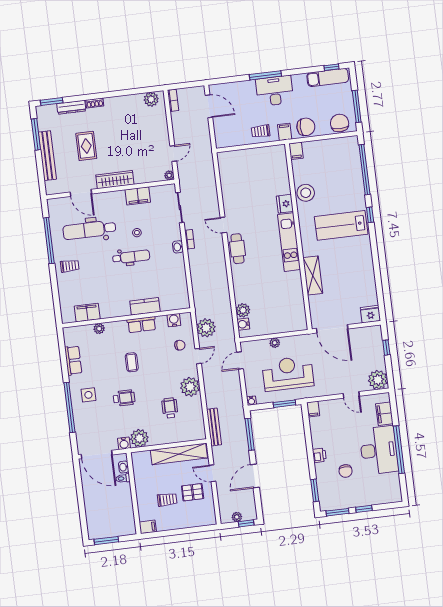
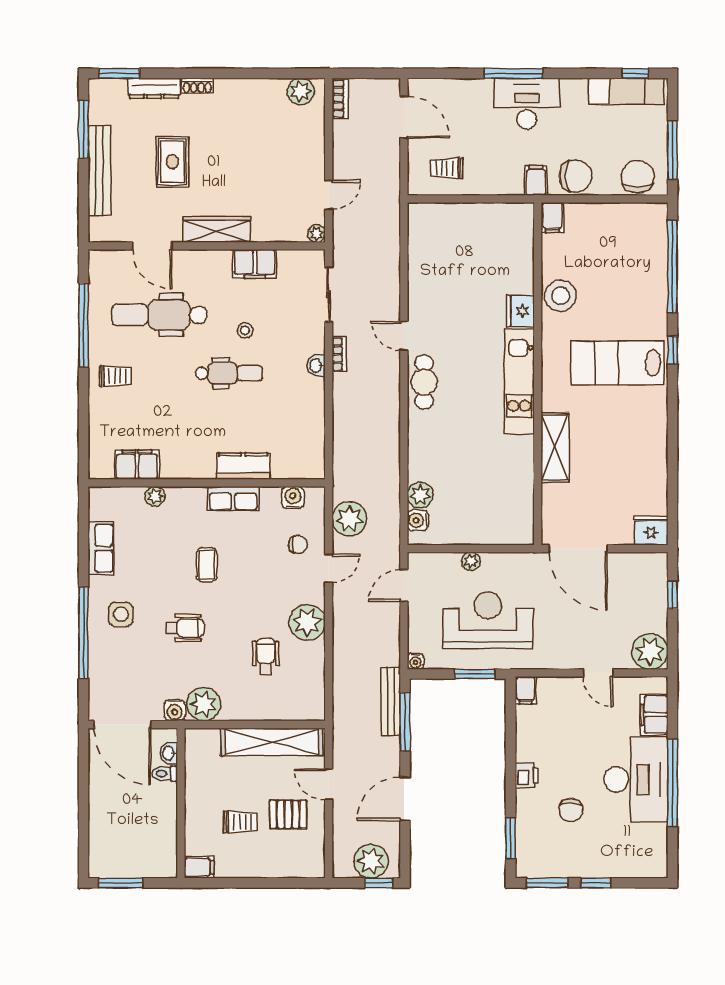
trolley: (261, 131) -> (447, 168), moved
bench: (214, 427) -> (391, 701), moved
plant: (237, 517) -> (371, 861), width x1.87, depth x1.87

